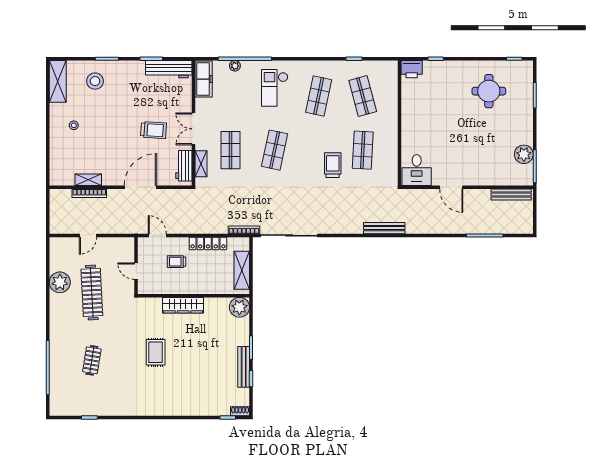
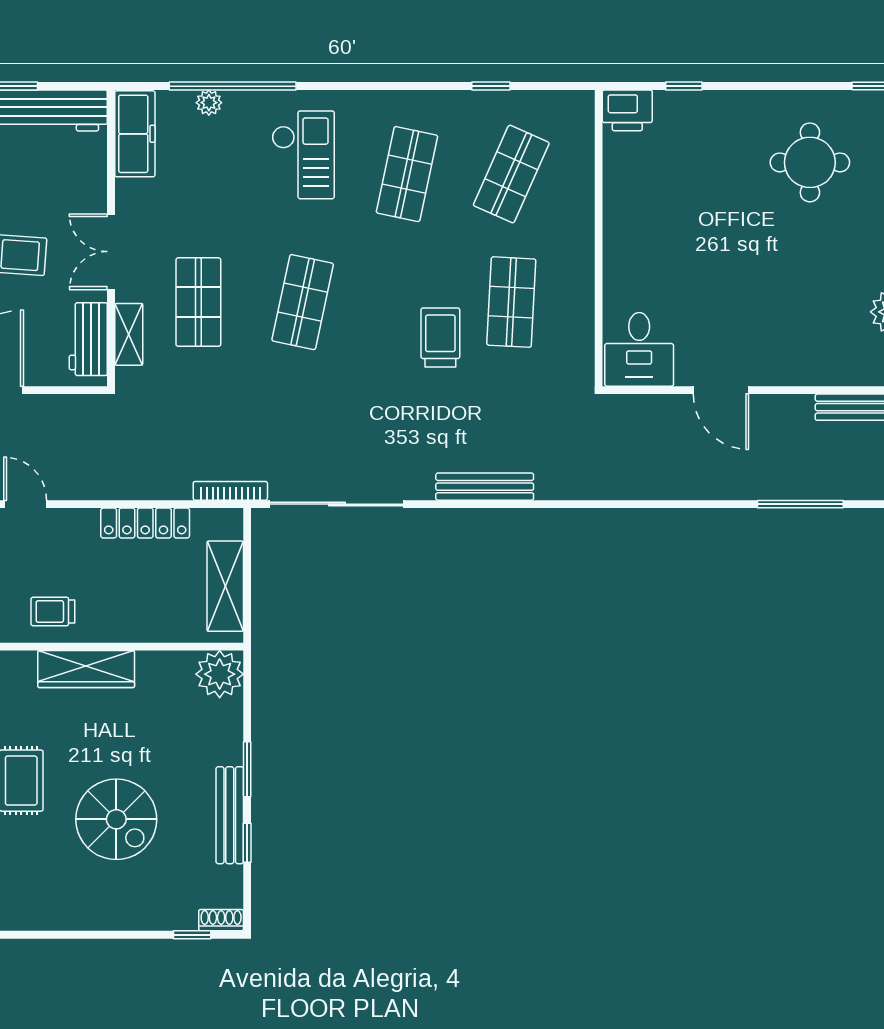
checkout: (275, 88) -> (303, 155), turned 180
shop shelf: (363, 96) -> (511, 174), turned 39
bench: (384, 228) -> (485, 487), moved
trolley: (177, 262) -> (53, 611), moved
spiral stairs: (196, 369) -> (116, 819), added

